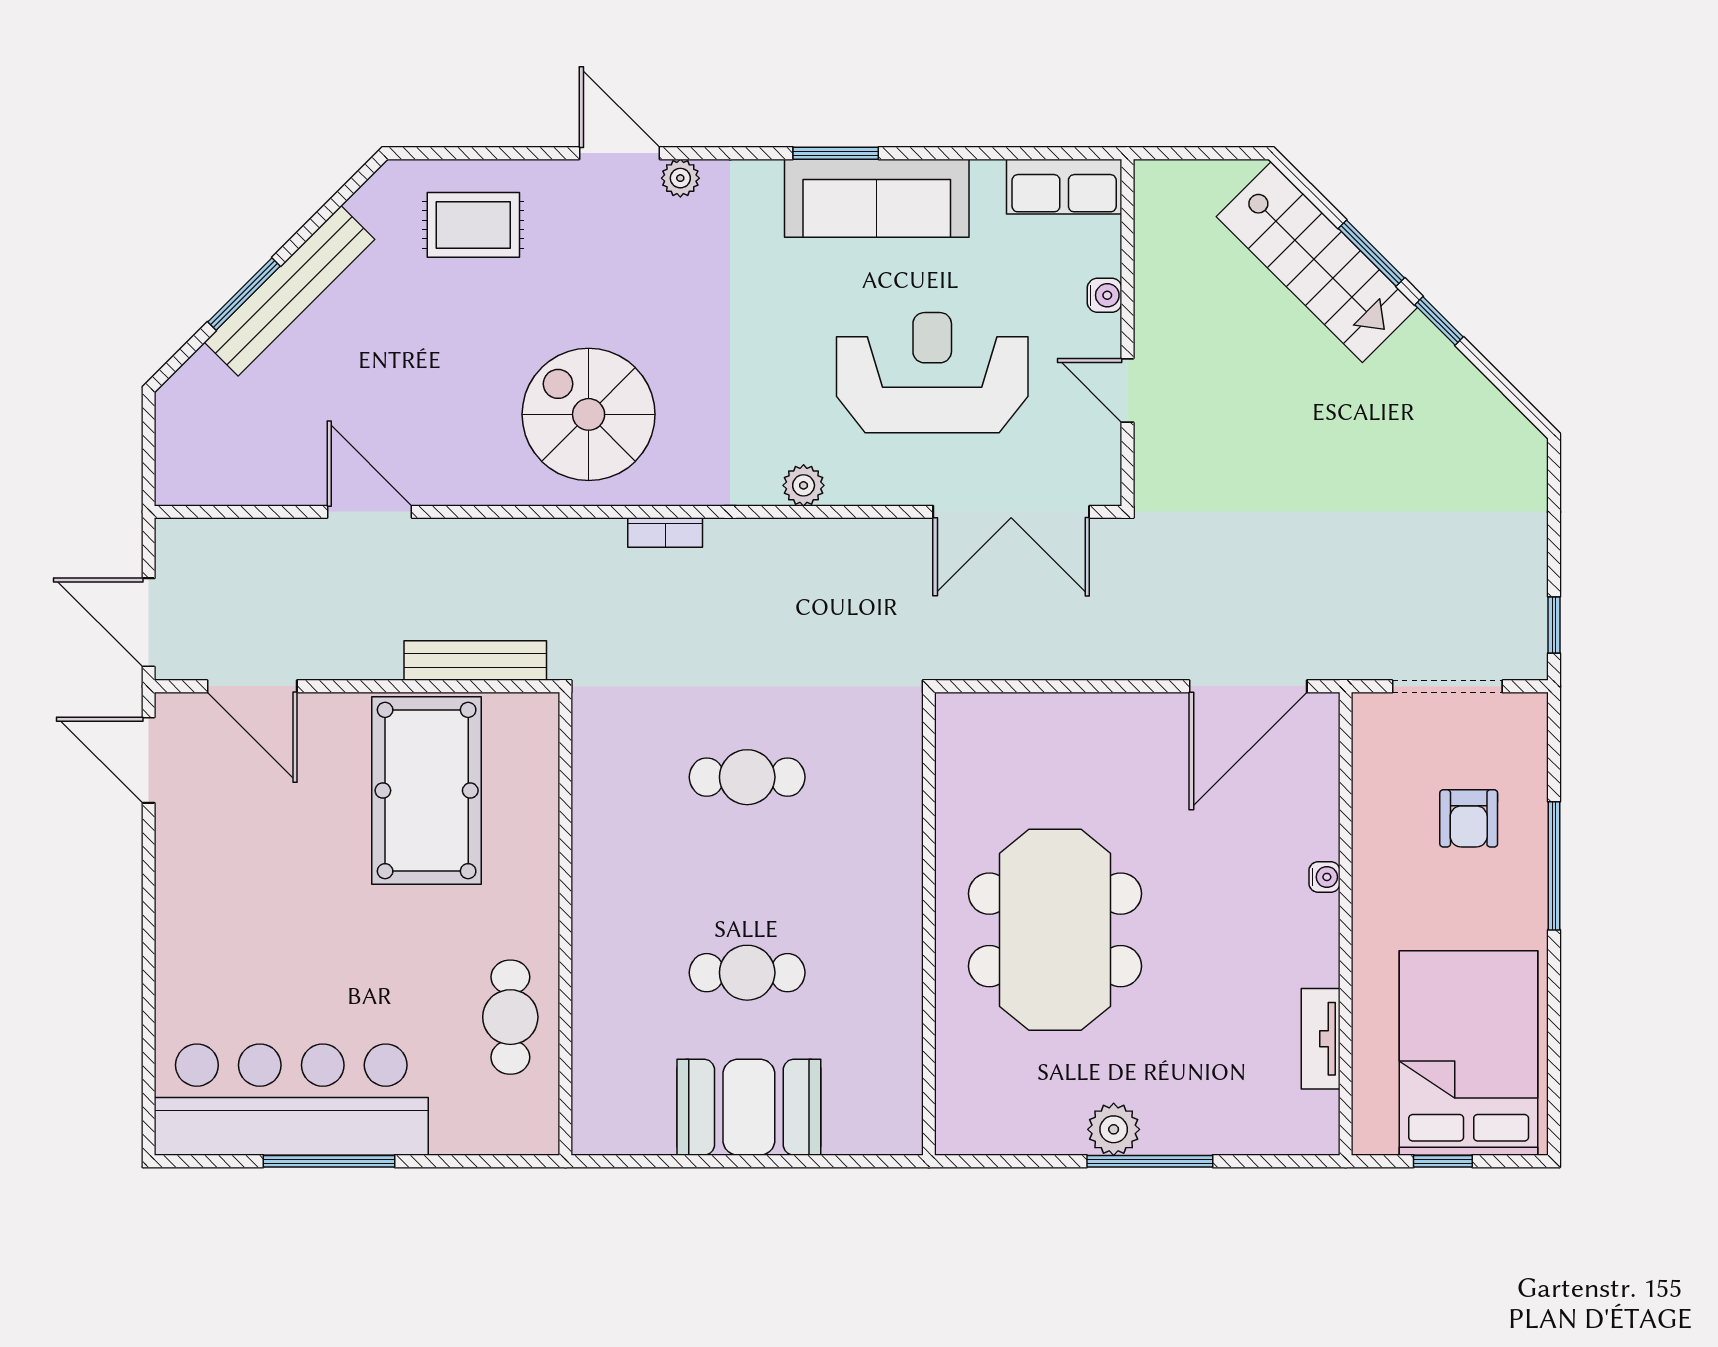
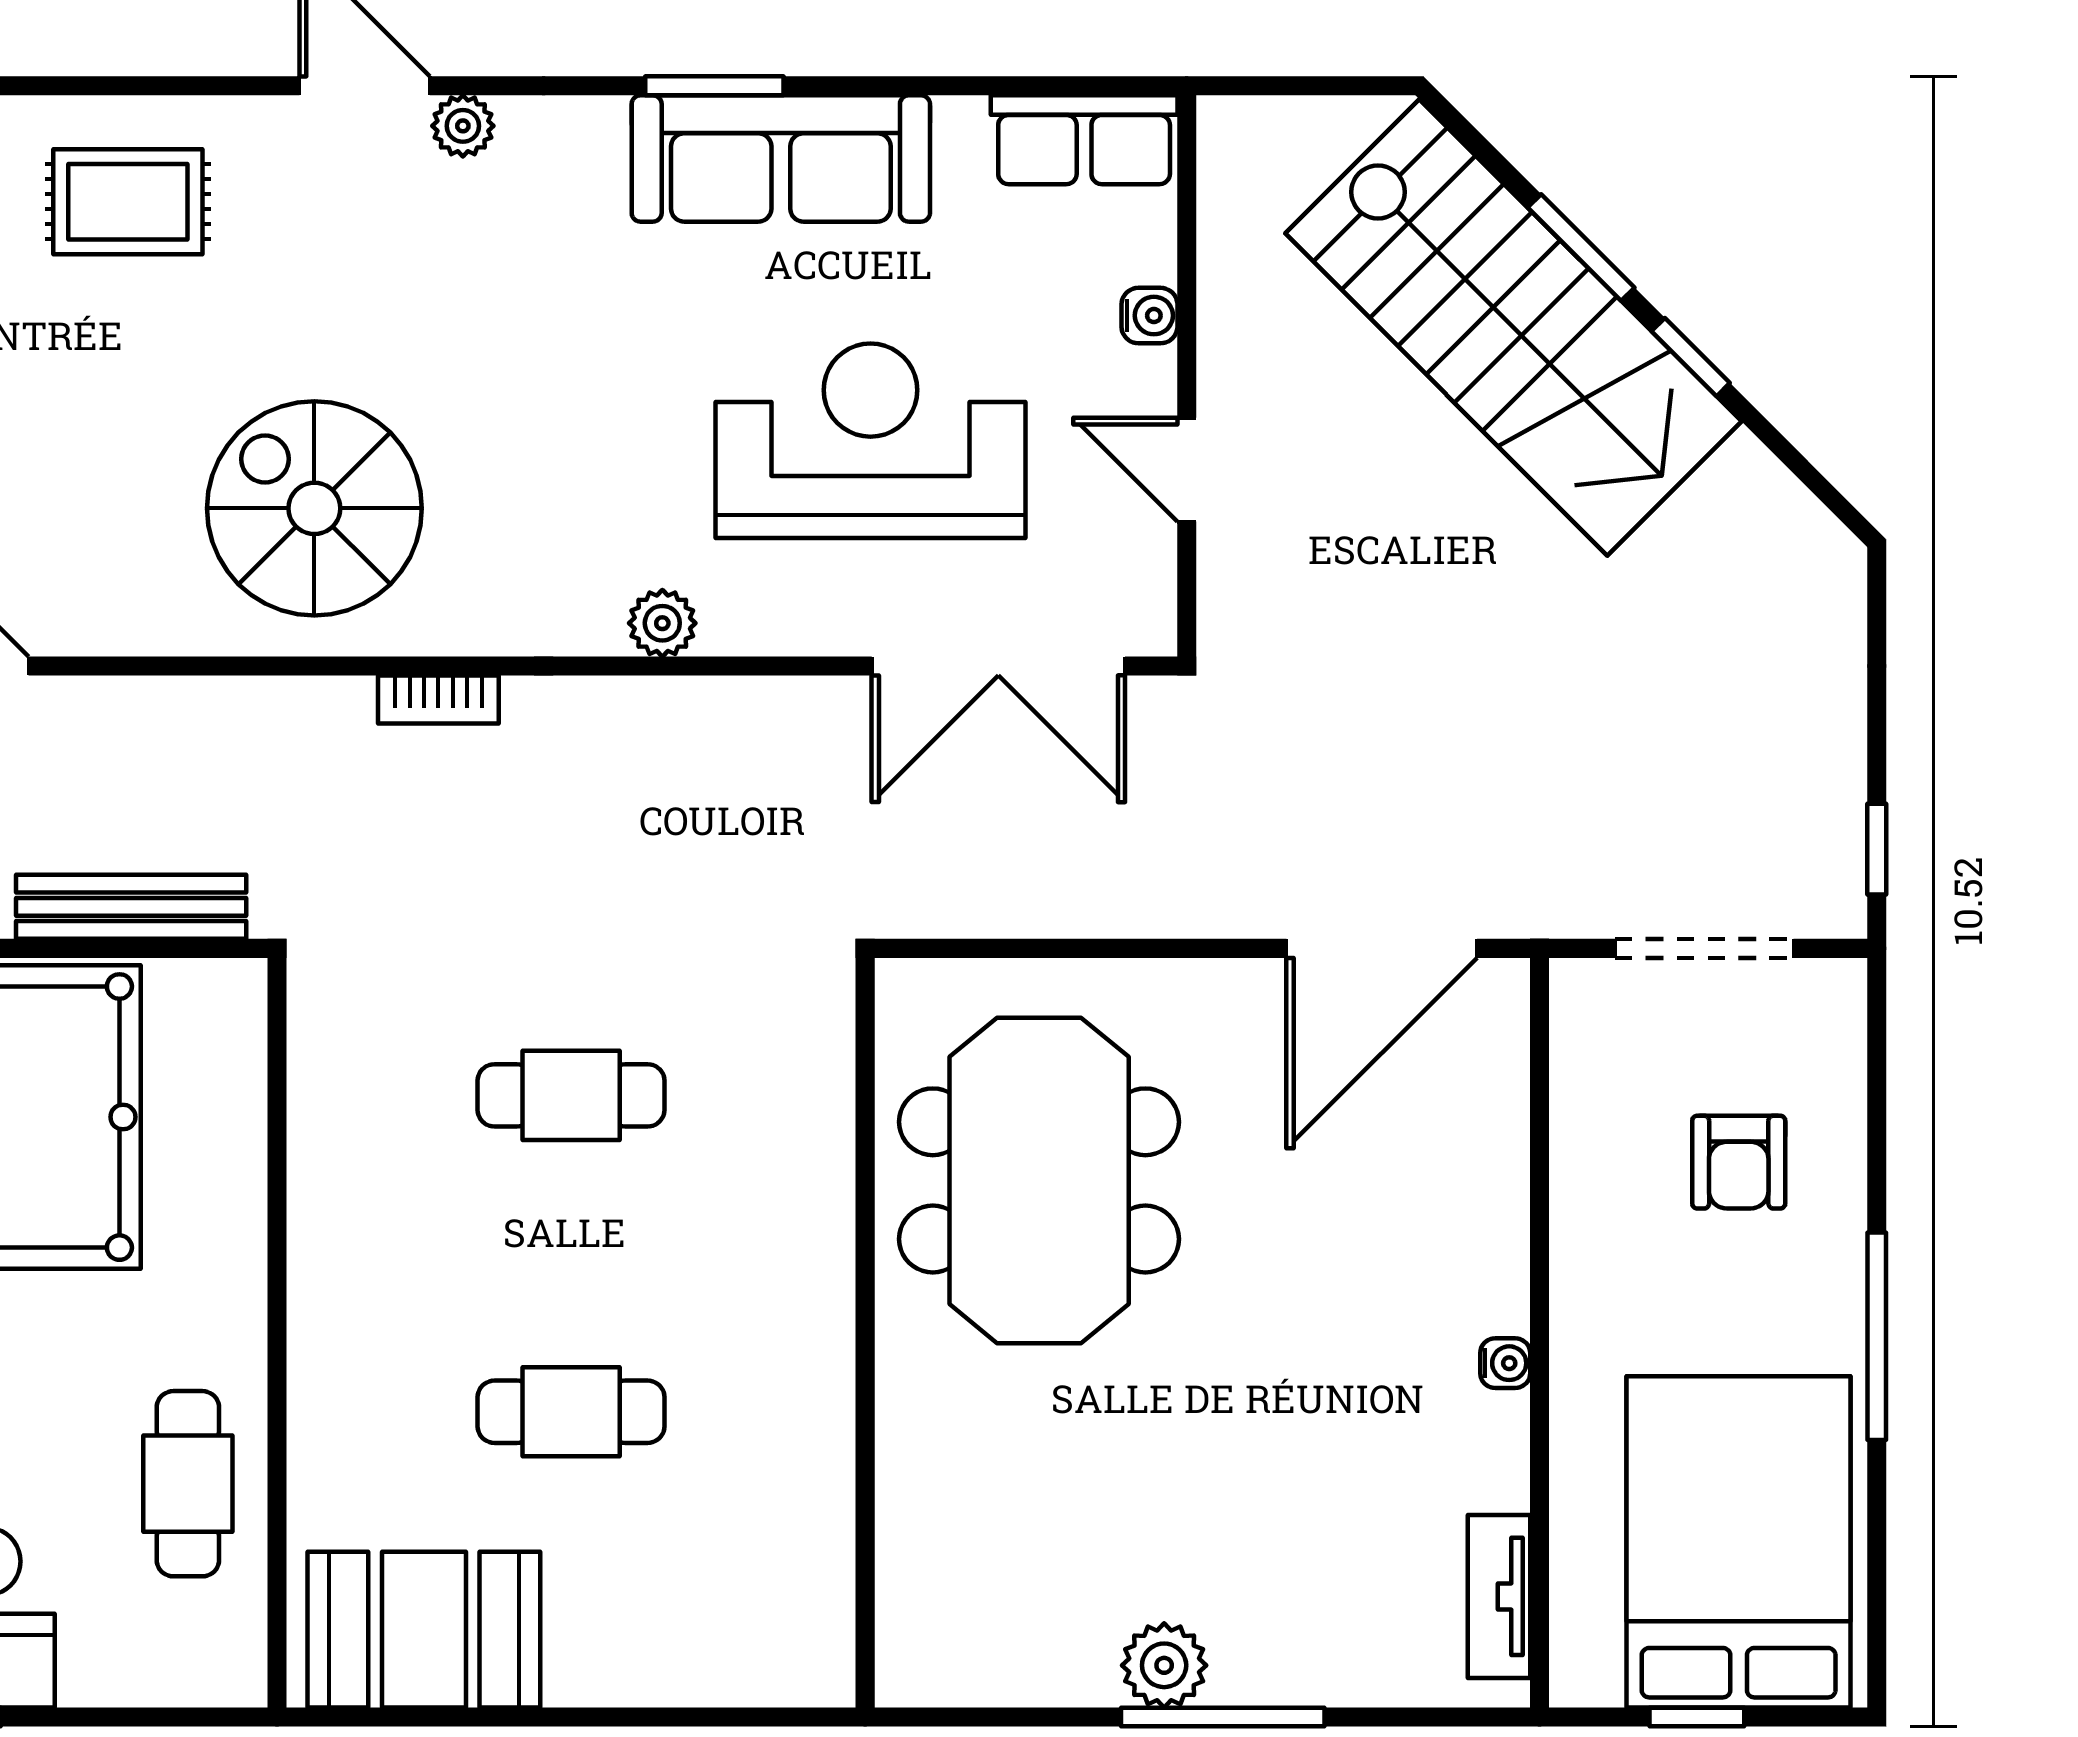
stairs: (1317, 262) -> (1513, 327), width x1.36, depth x1.51
window: (1554, 866) -> (1877, 1336), moved
water cooler: (1324, 877) -> (1505, 1363), moved
meeting table: (1055, 930) -> (1039, 1180), moved
tv unit: (1321, 1039) -> (1499, 1596), moved
booth: (749, 1107) -> (424, 1630), moved

